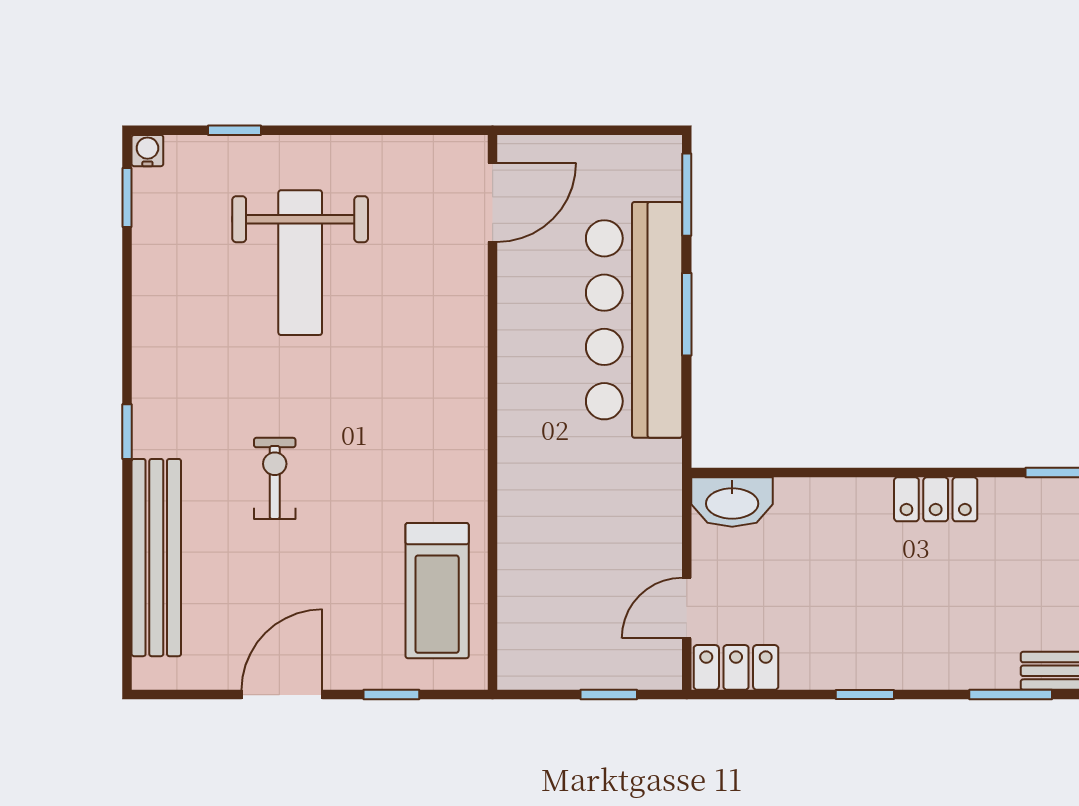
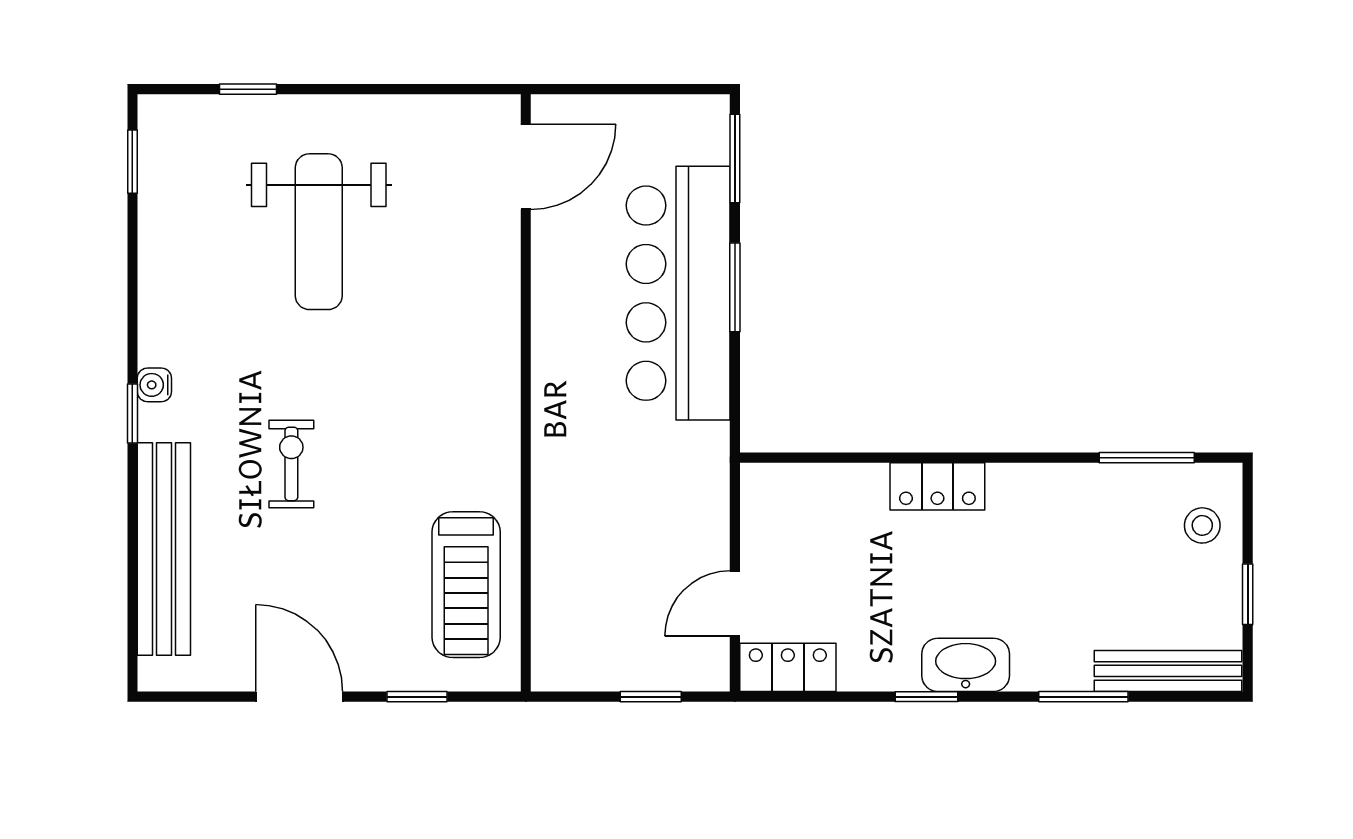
water cooler: (147, 151) -> (154, 385), moved, turned -90
locker: (936, 499) -> (937, 486), moved
washbasin: (732, 502) -> (966, 665), moved, turned 180
door: (282, 695) -> (299, 697), hinge flipped

